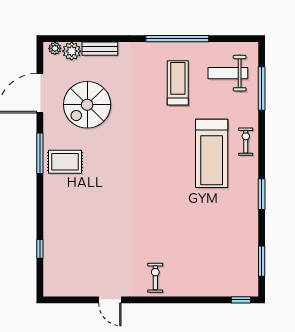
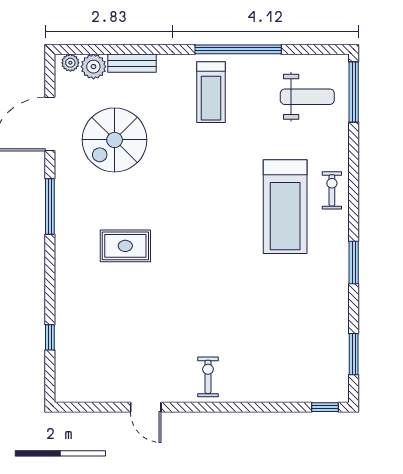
weight bench: (228, 73) -> (307, 97), turned 180
treadmill: (178, 83) -> (211, 92), moved, turned 180
window: (262, 88) -> (354, 92), moved
rug: (65, 162) -> (125, 246), moved

